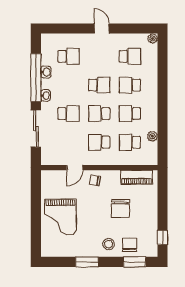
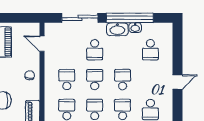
school desk: (99, 85) -> (123, 80), turned 180
washbasin: (46, 96) -> (117, 29), width x1.91, depth x1.45
door: (75, 168) -> (42, 44), moved

